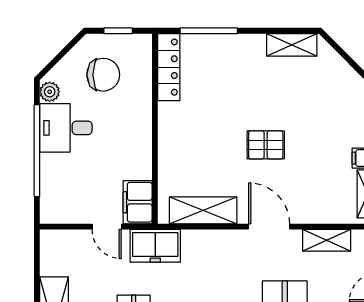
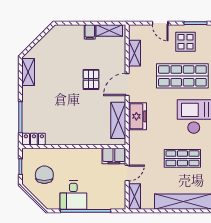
locker: (169, 67) -> (34, 139), width x0.66
plant: (50, 92) -> (54, 204), removed
pallet: (266, 145) -> (91, 79), moved
shelving: (63, 240) -> (134, 197), added
freezer: (155, 246) -> (138, 116), moved

